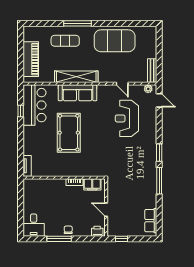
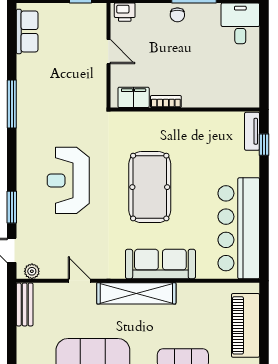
shelving: (76, 77) -> (136, 293), moved
bar counter: (34, 105) -> (239, 228), width x1.36
window: (21, 111) -> (264, 145), moved
reception desk: (127, 118) -> (68, 180), moved, turned 180
pool table: (69, 133) -> (150, 187), moved
window: (159, 153) -> (12, 207), moved

